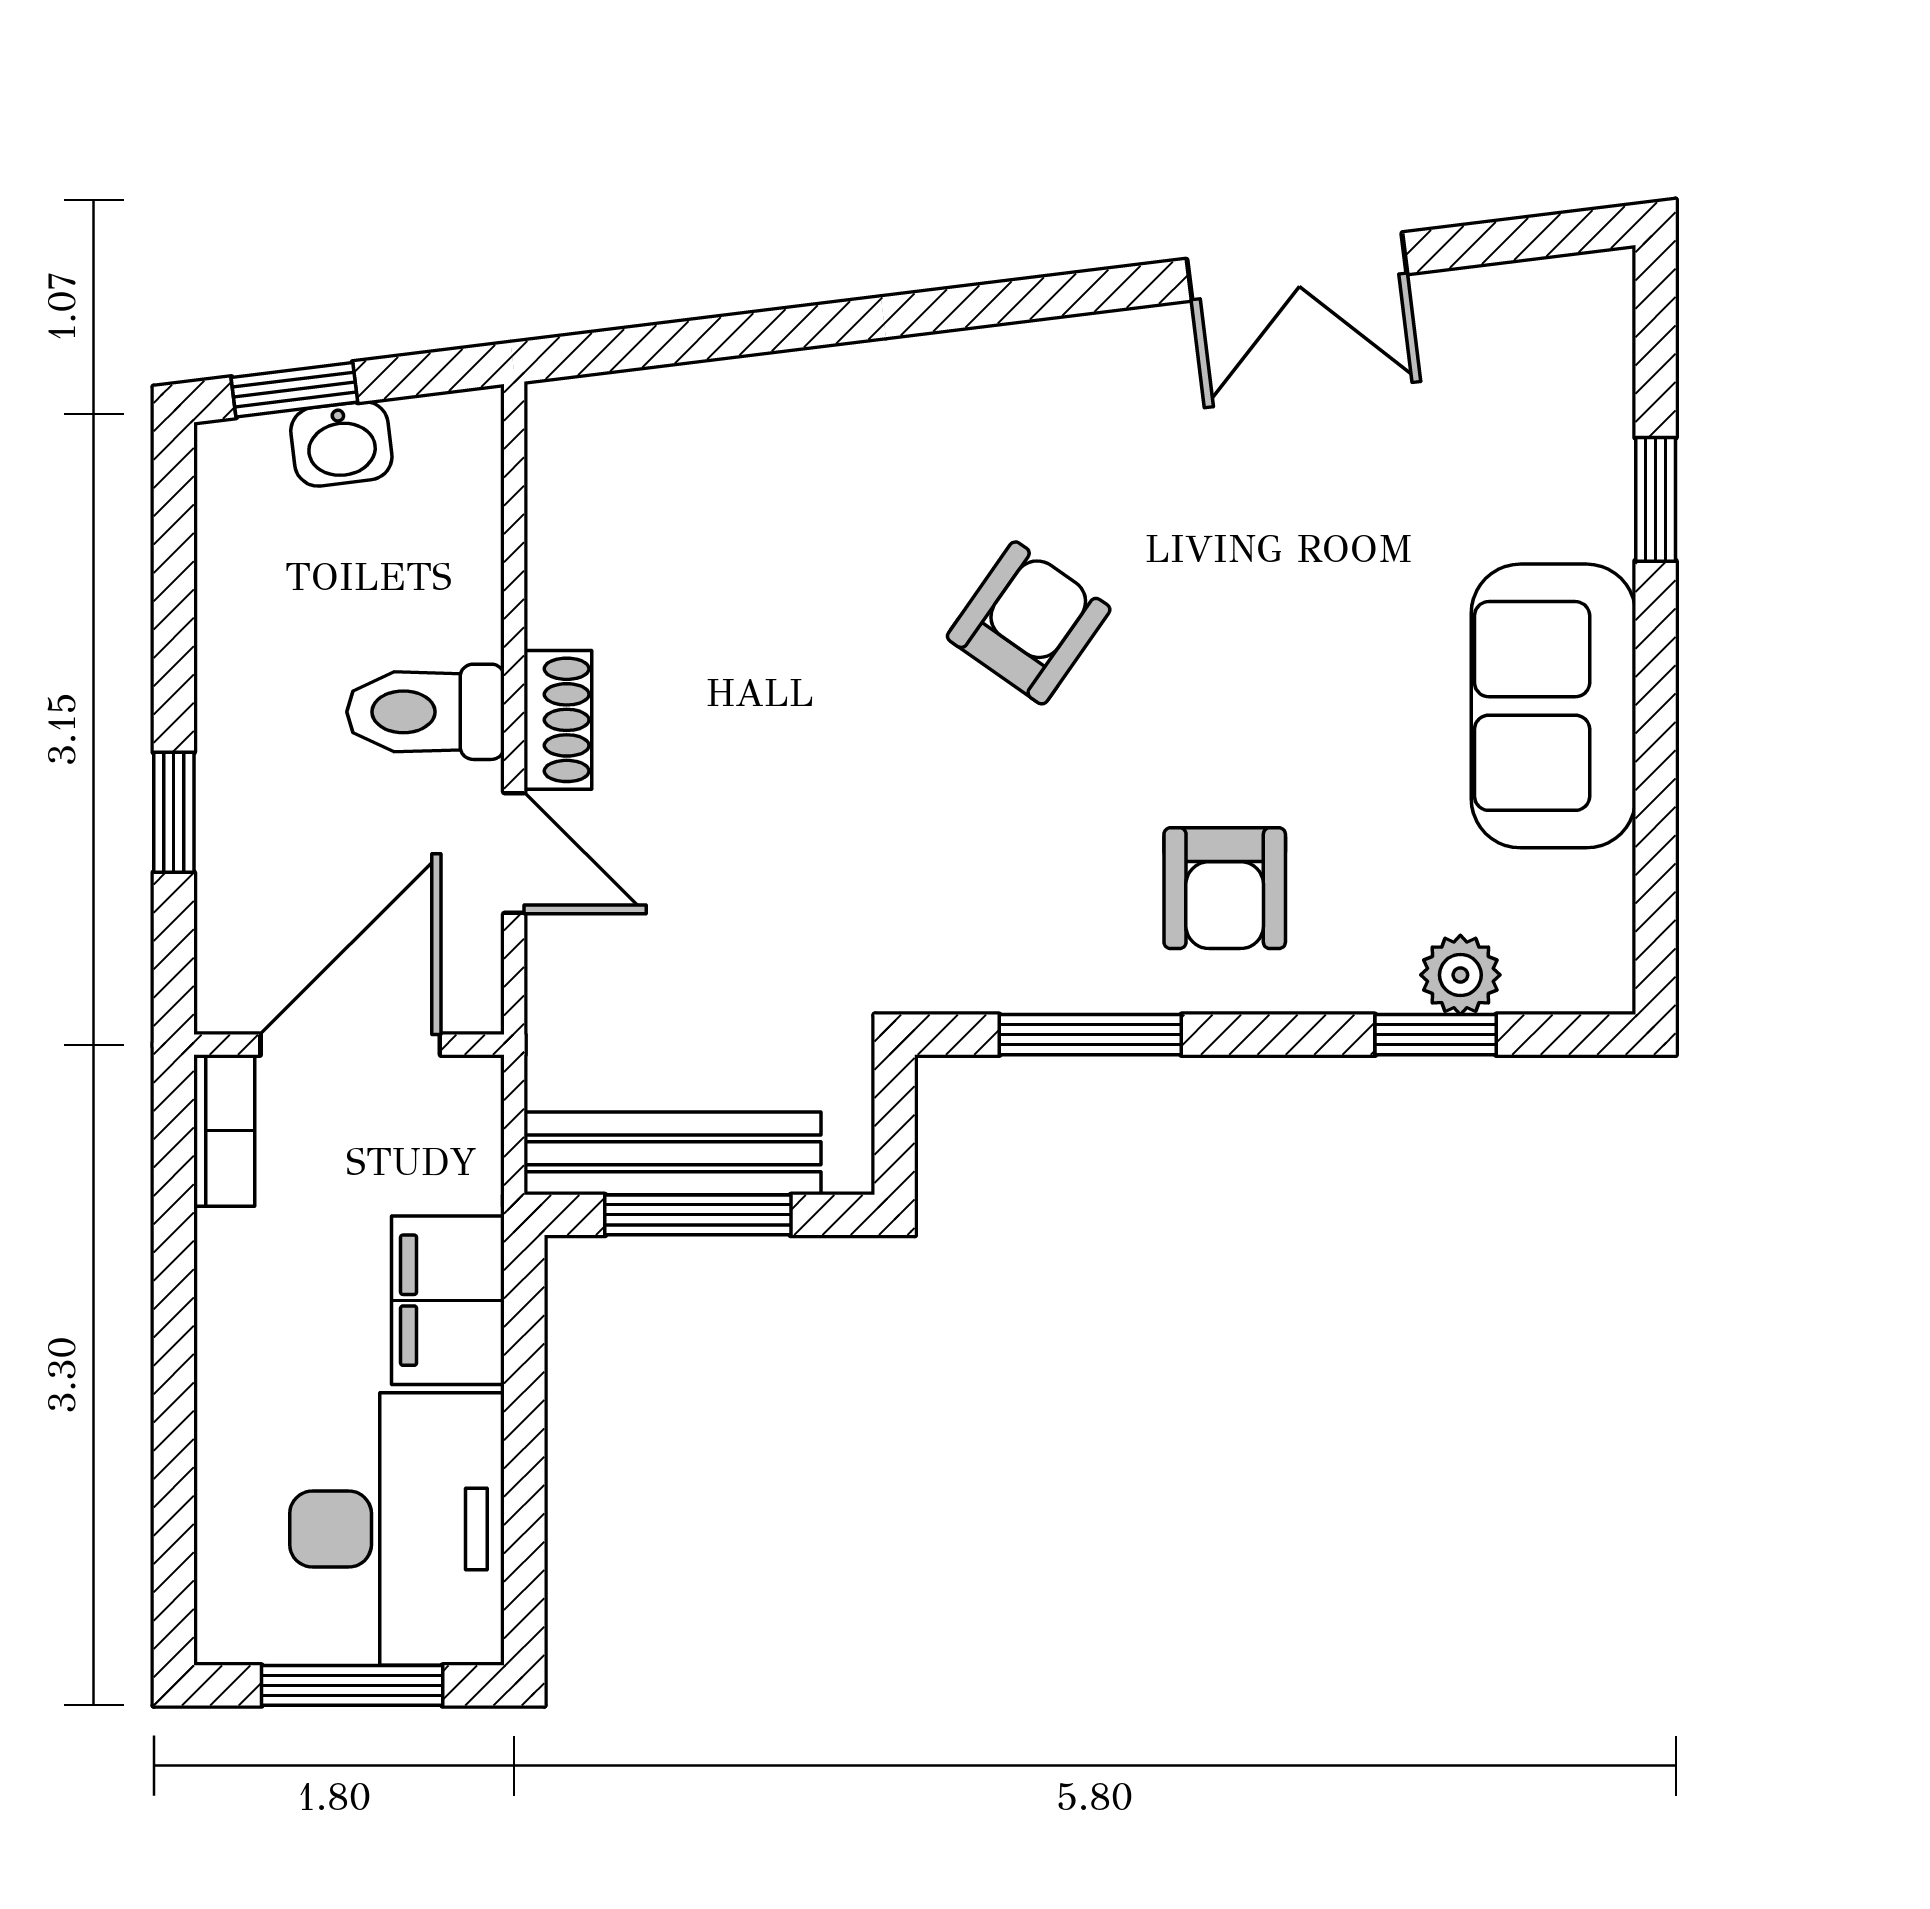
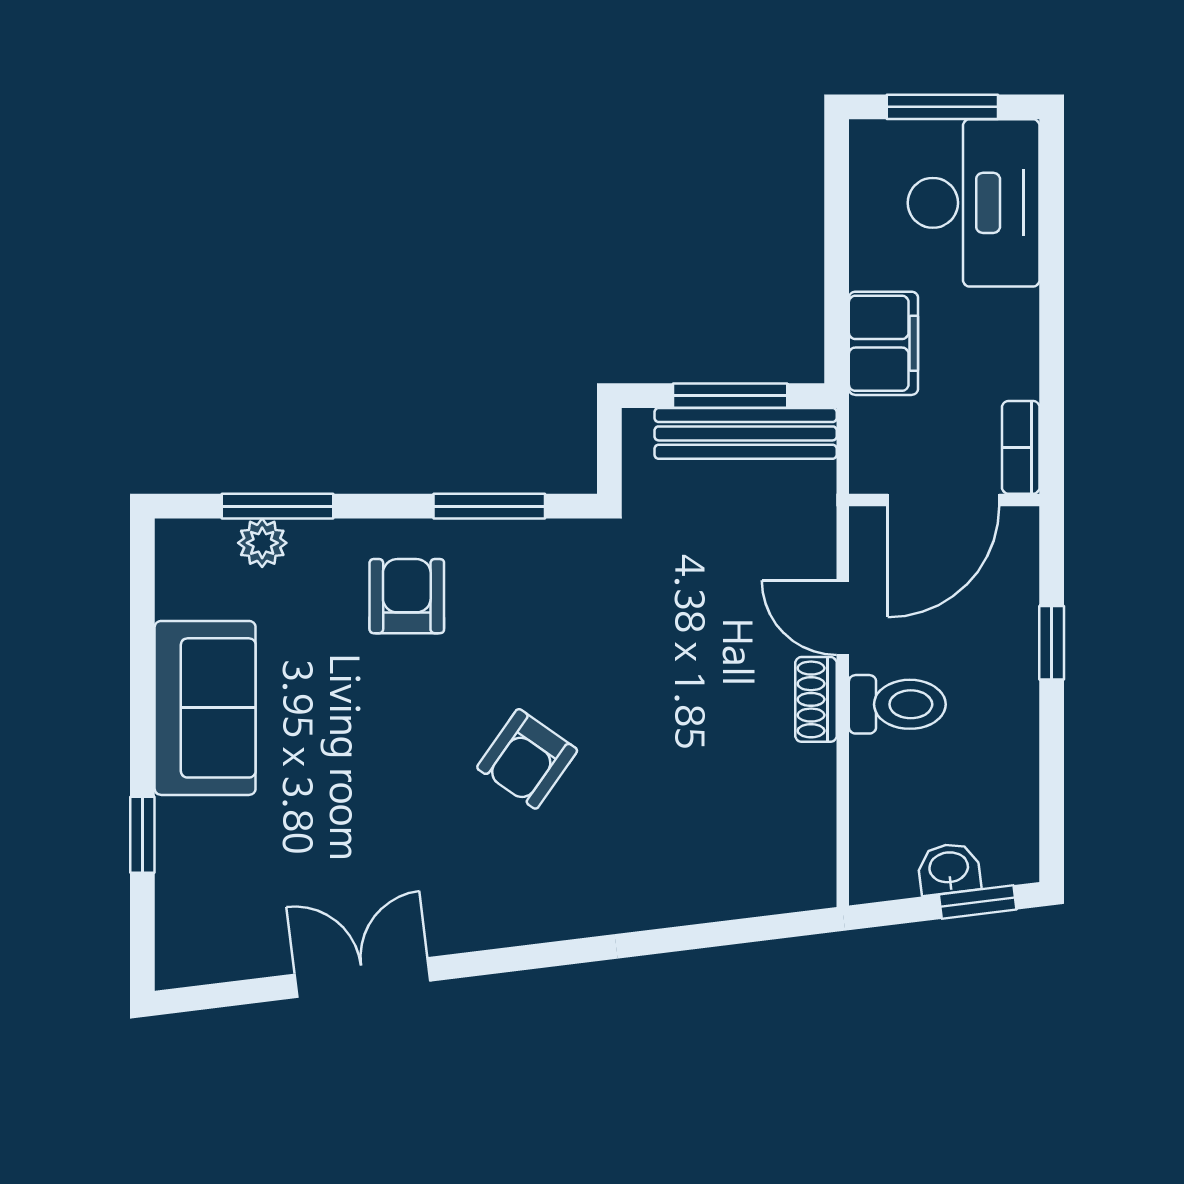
window: (1436, 1035) -> (277, 506), width x1.50
desk: (397, 1529) -> (974, 203), moved, turned 180

